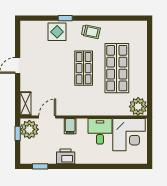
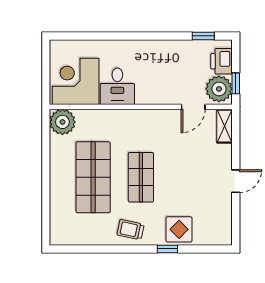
filing cabinet: (70, 126) -> (160, 94), removed
printer: (66, 156) -> (222, 61), moved, turned 90

